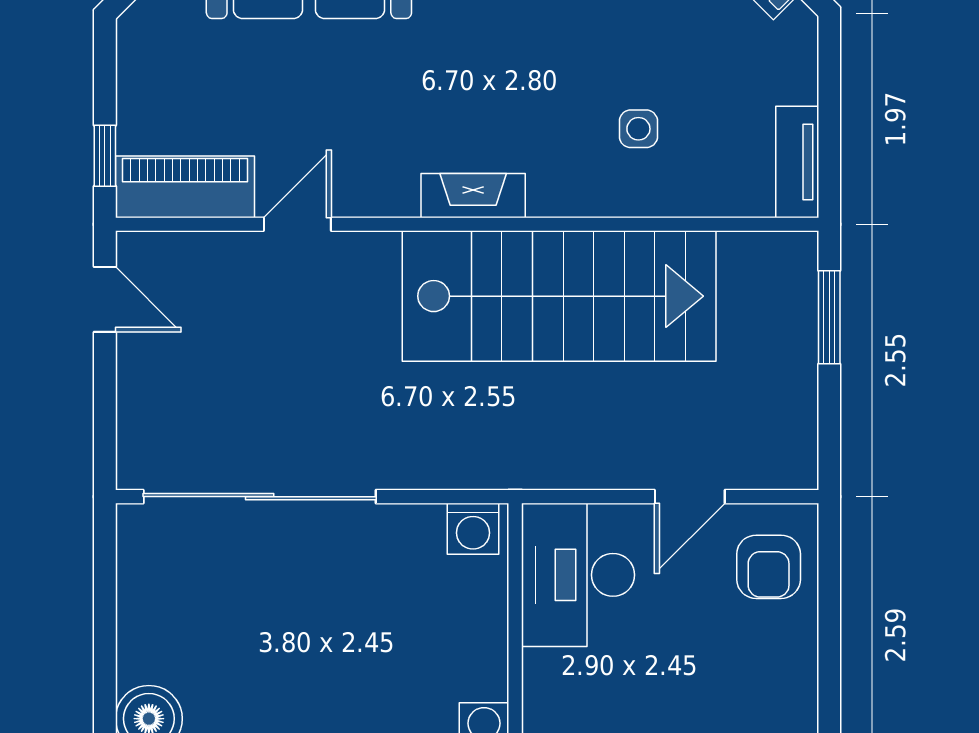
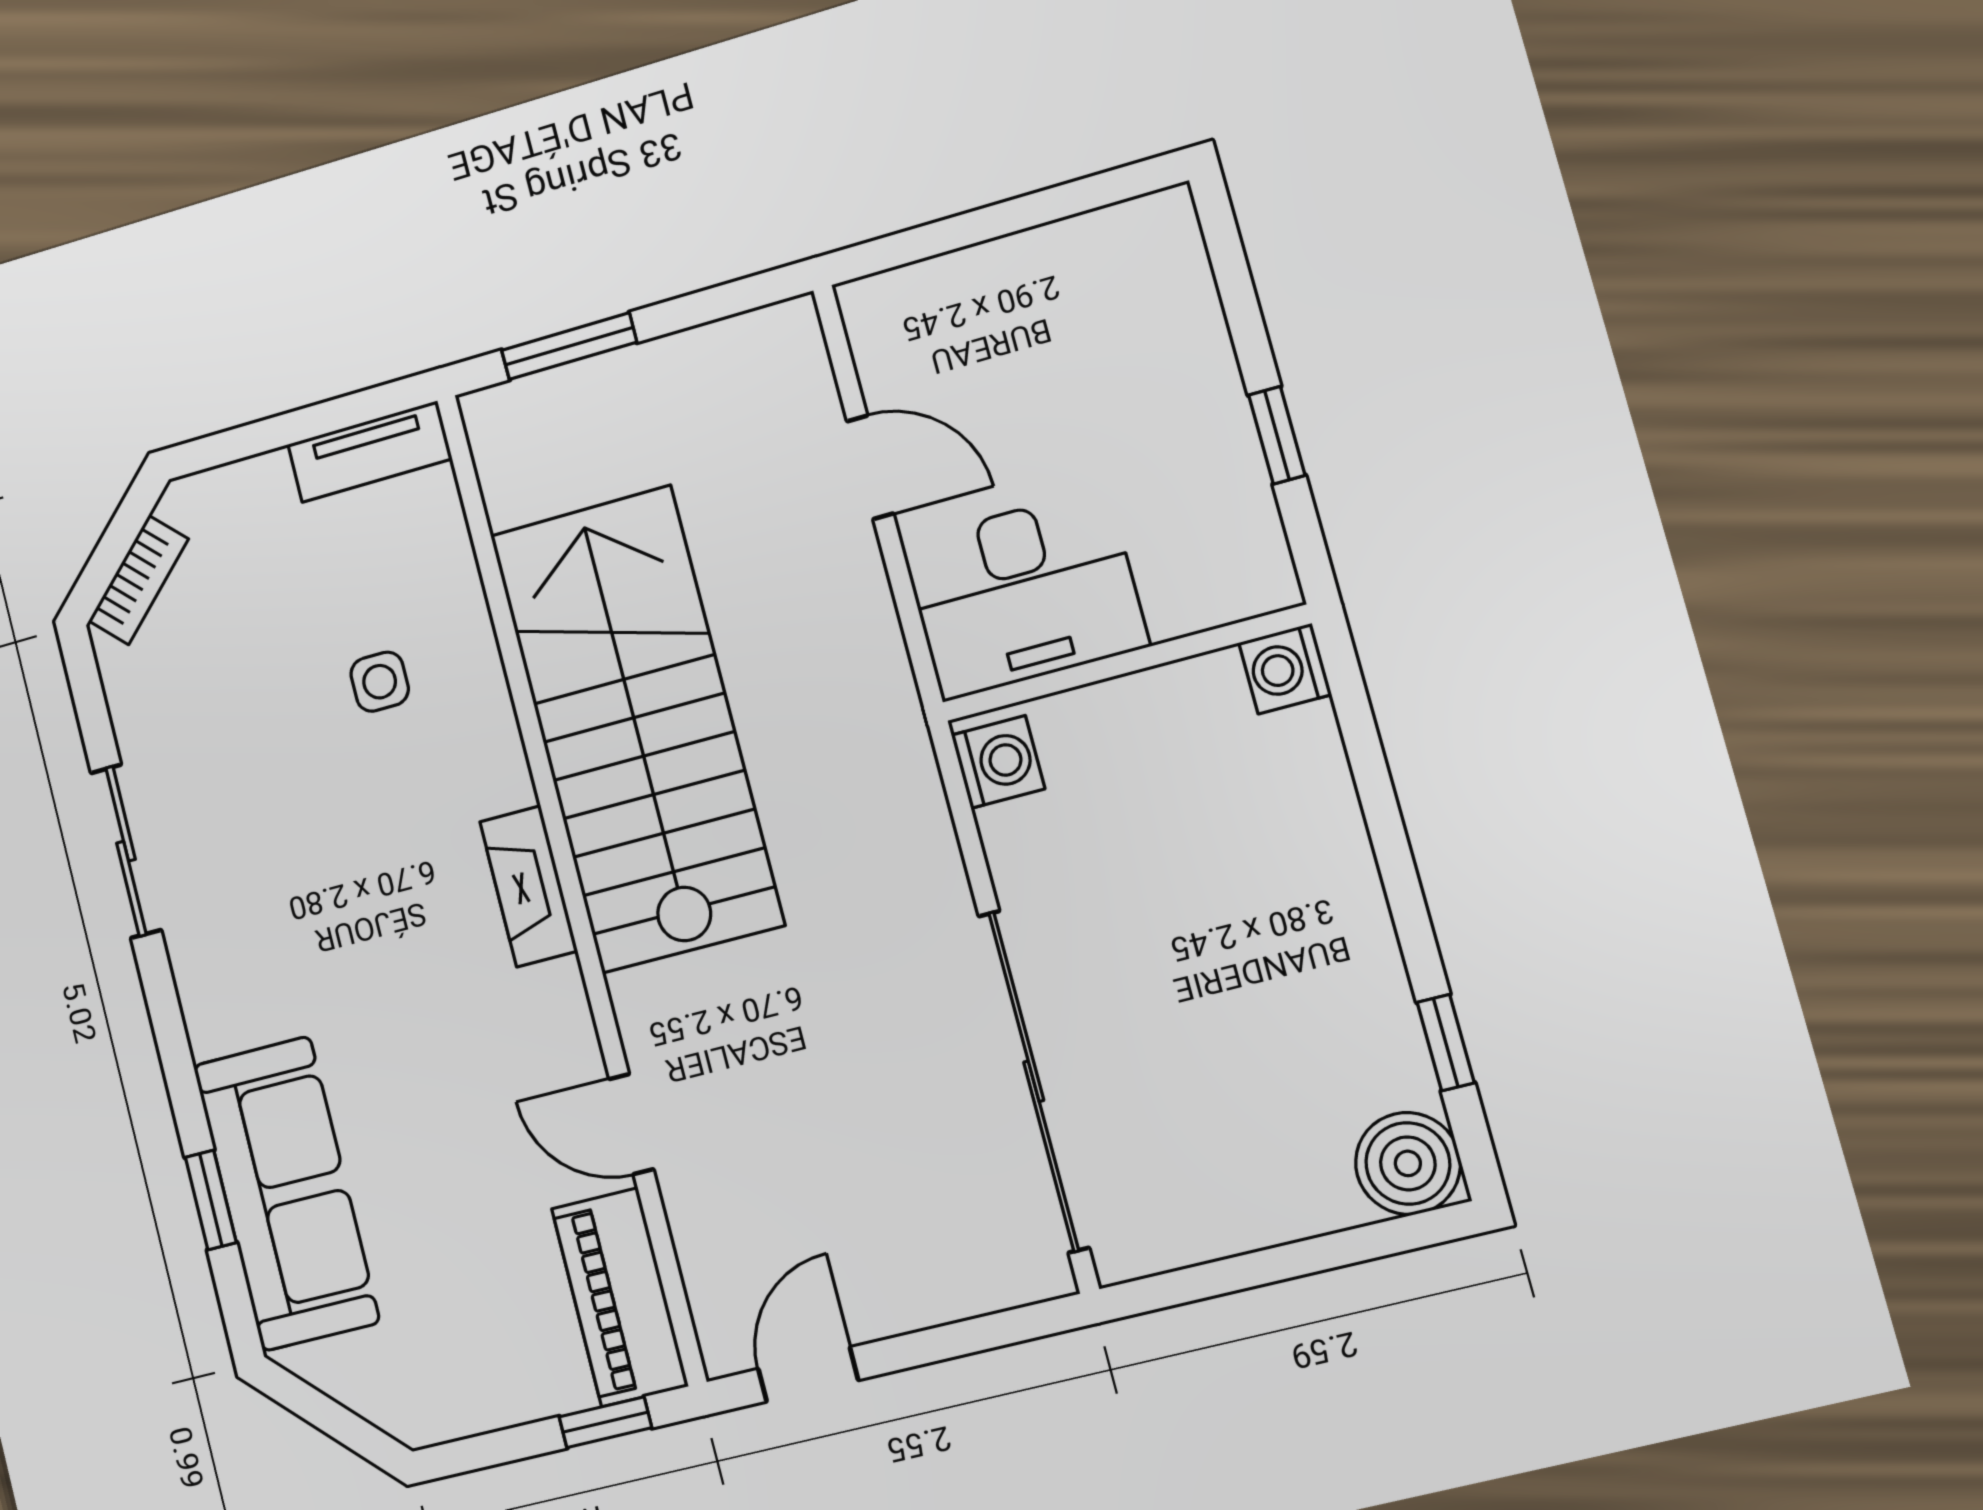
armchair: (769, 567) -> (941, 328), removed

